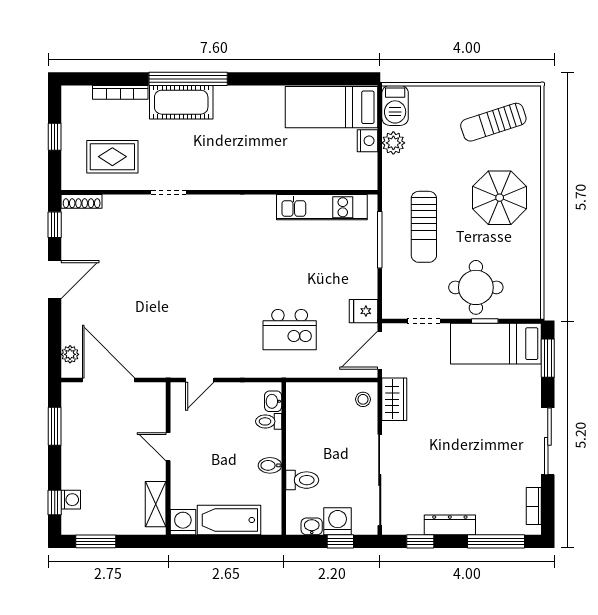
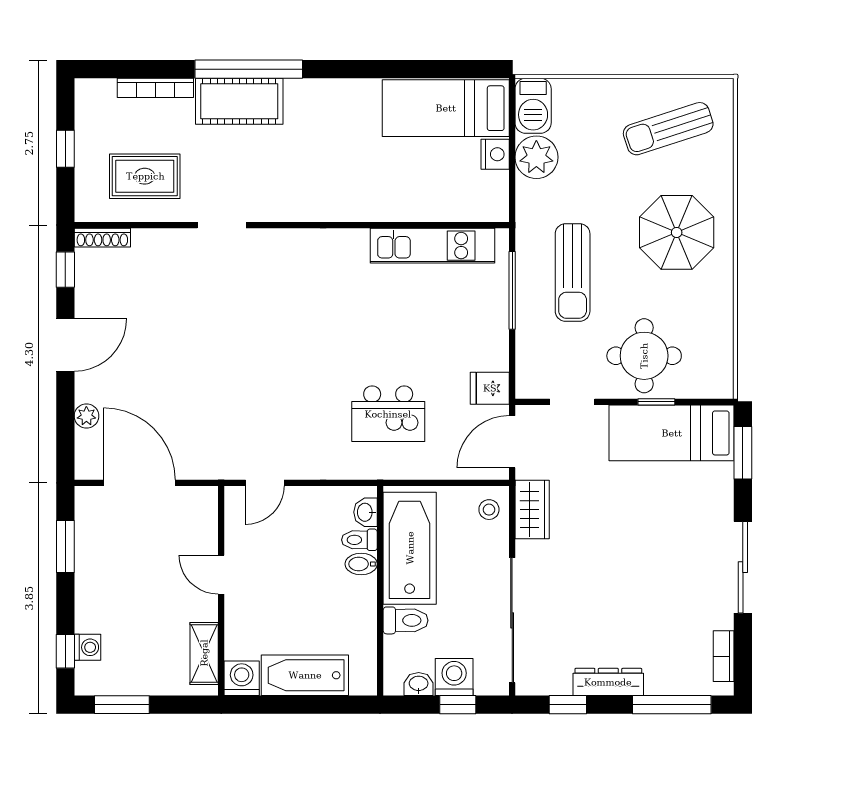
plant: (393, 143) -> (536, 157), width x1.36, depth x1.36
plant: (70, 354) -> (86, 416), moved
bathtub: (305, 428) -> (410, 548), added
bidet: (270, 465) -> (361, 564), moved

